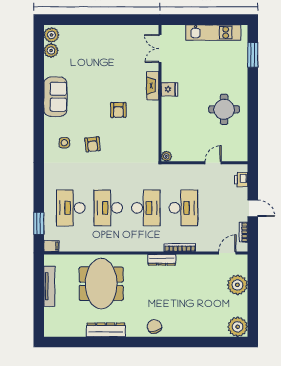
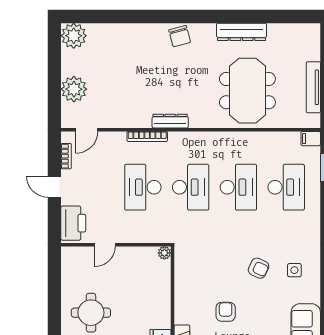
armchair: (92, 144) -> (259, 268), turned 121
printer: (241, 180) -> (73, 223), width x1.87, depth x1.48
desk: (146, 208) -> (191, 187), turned 180

